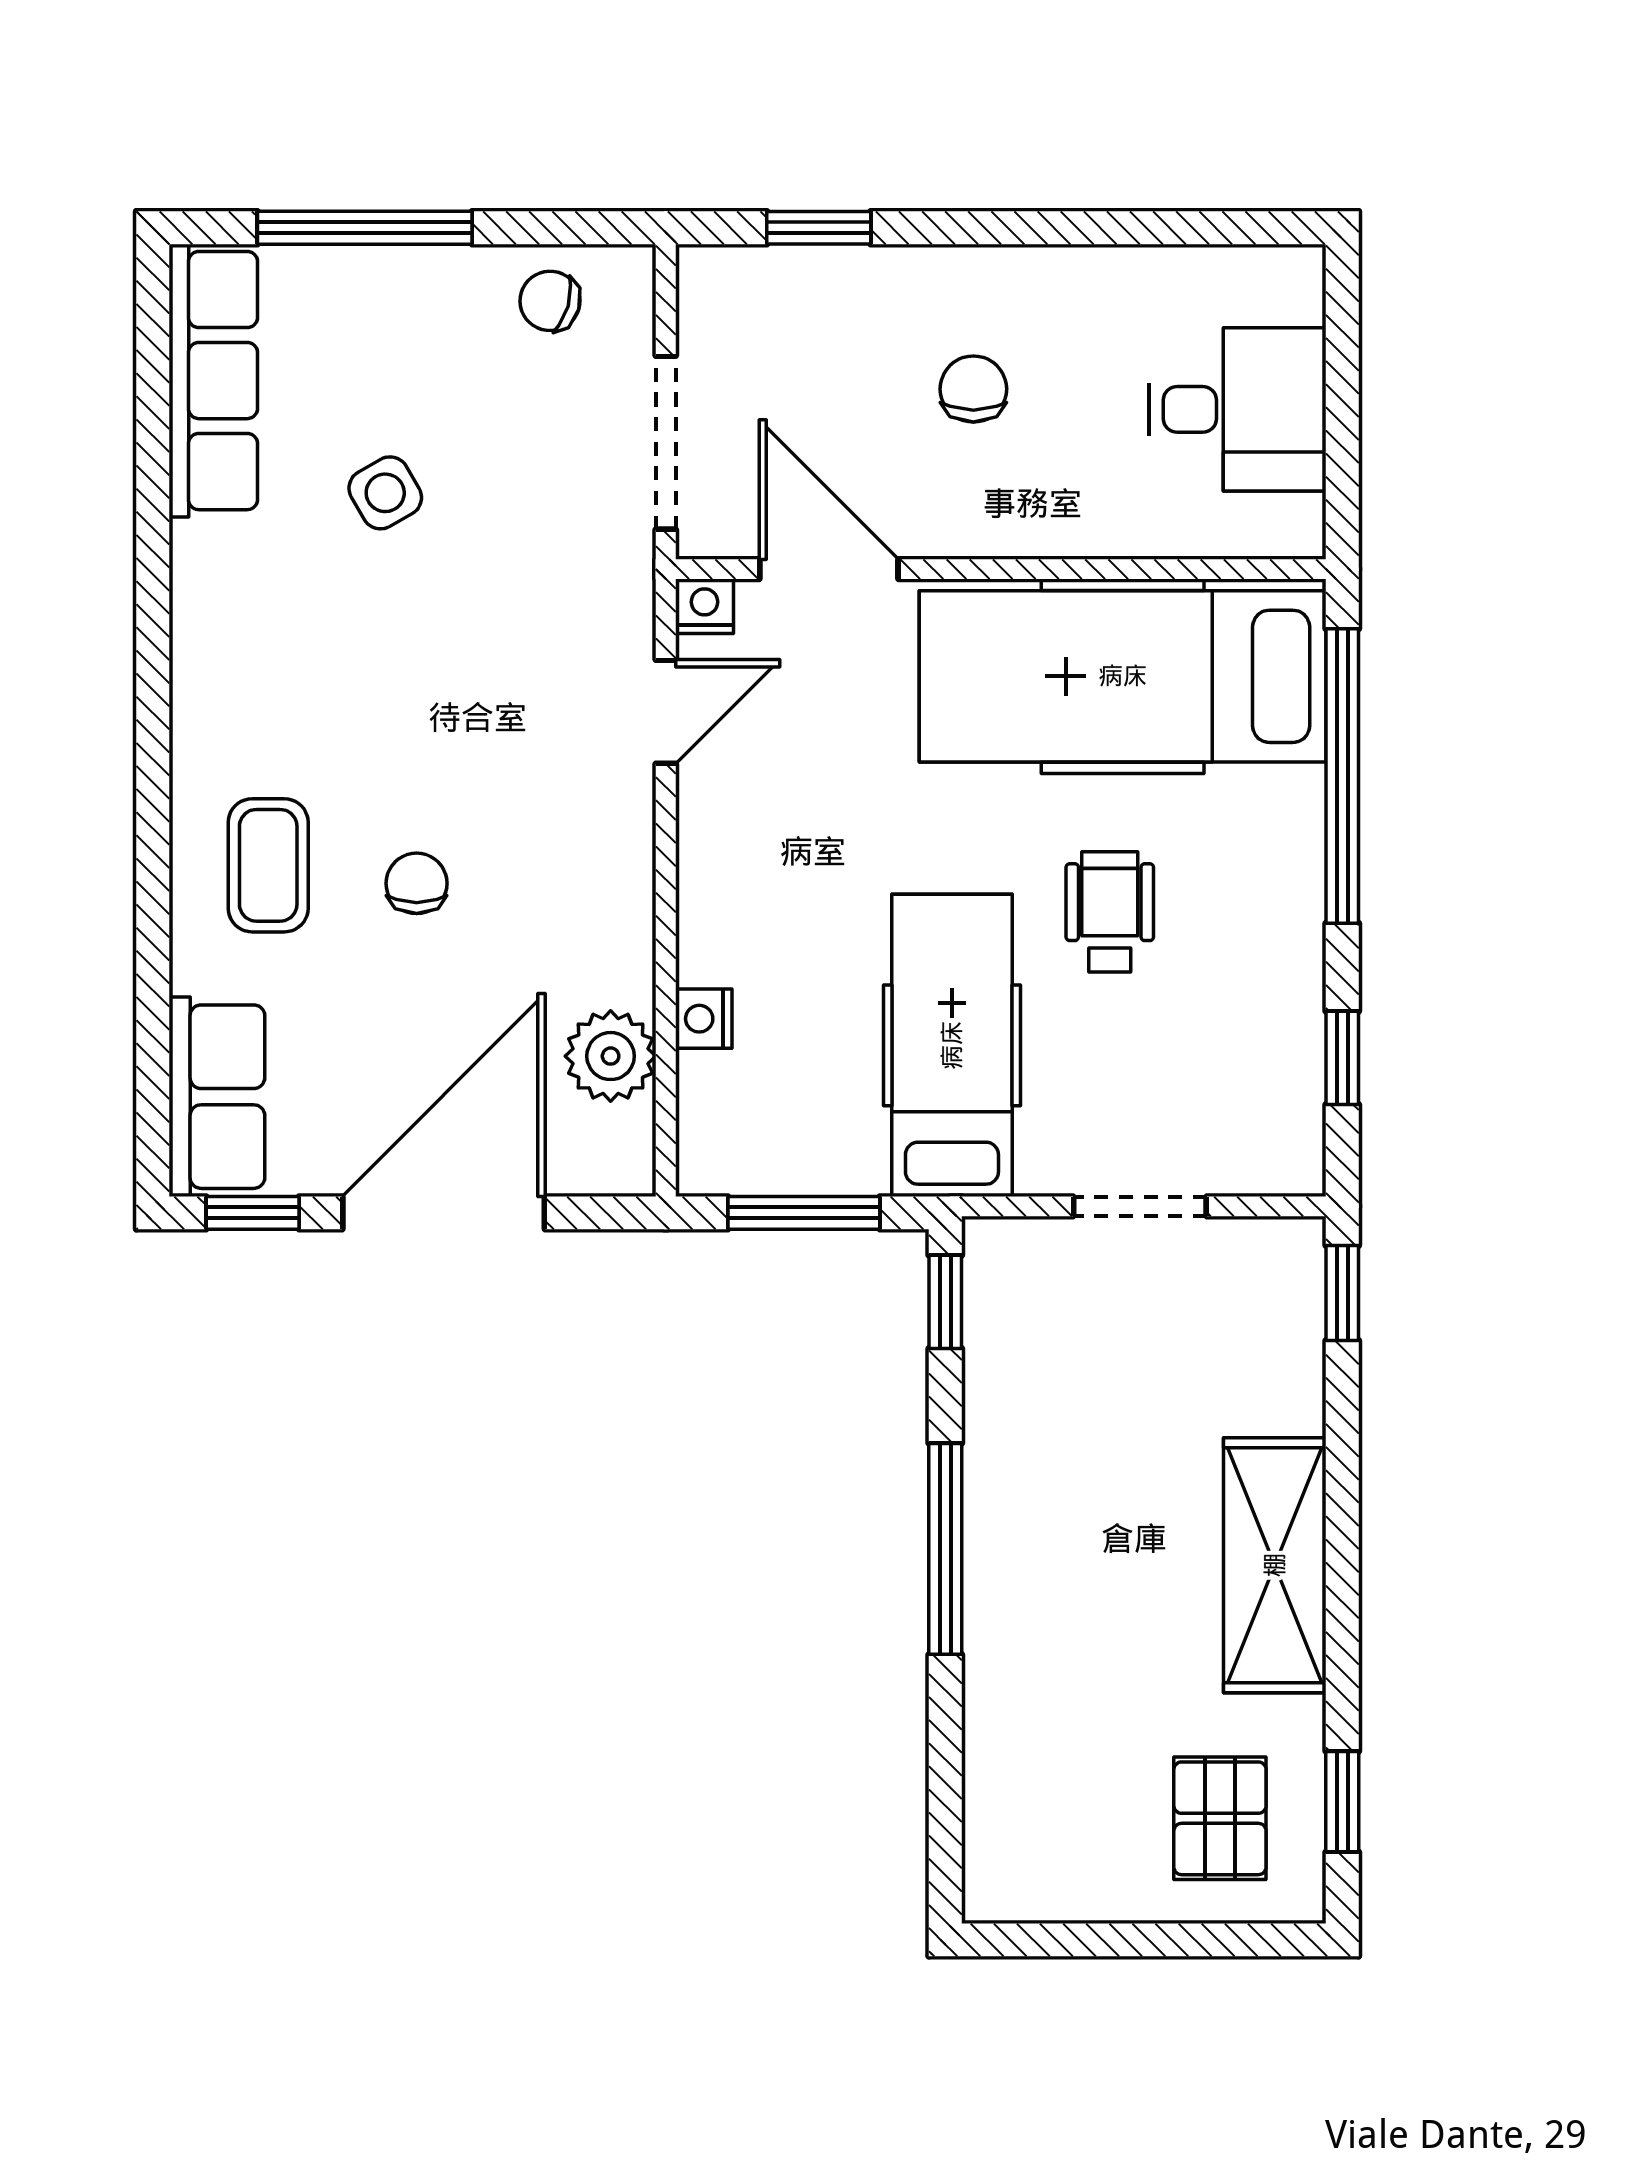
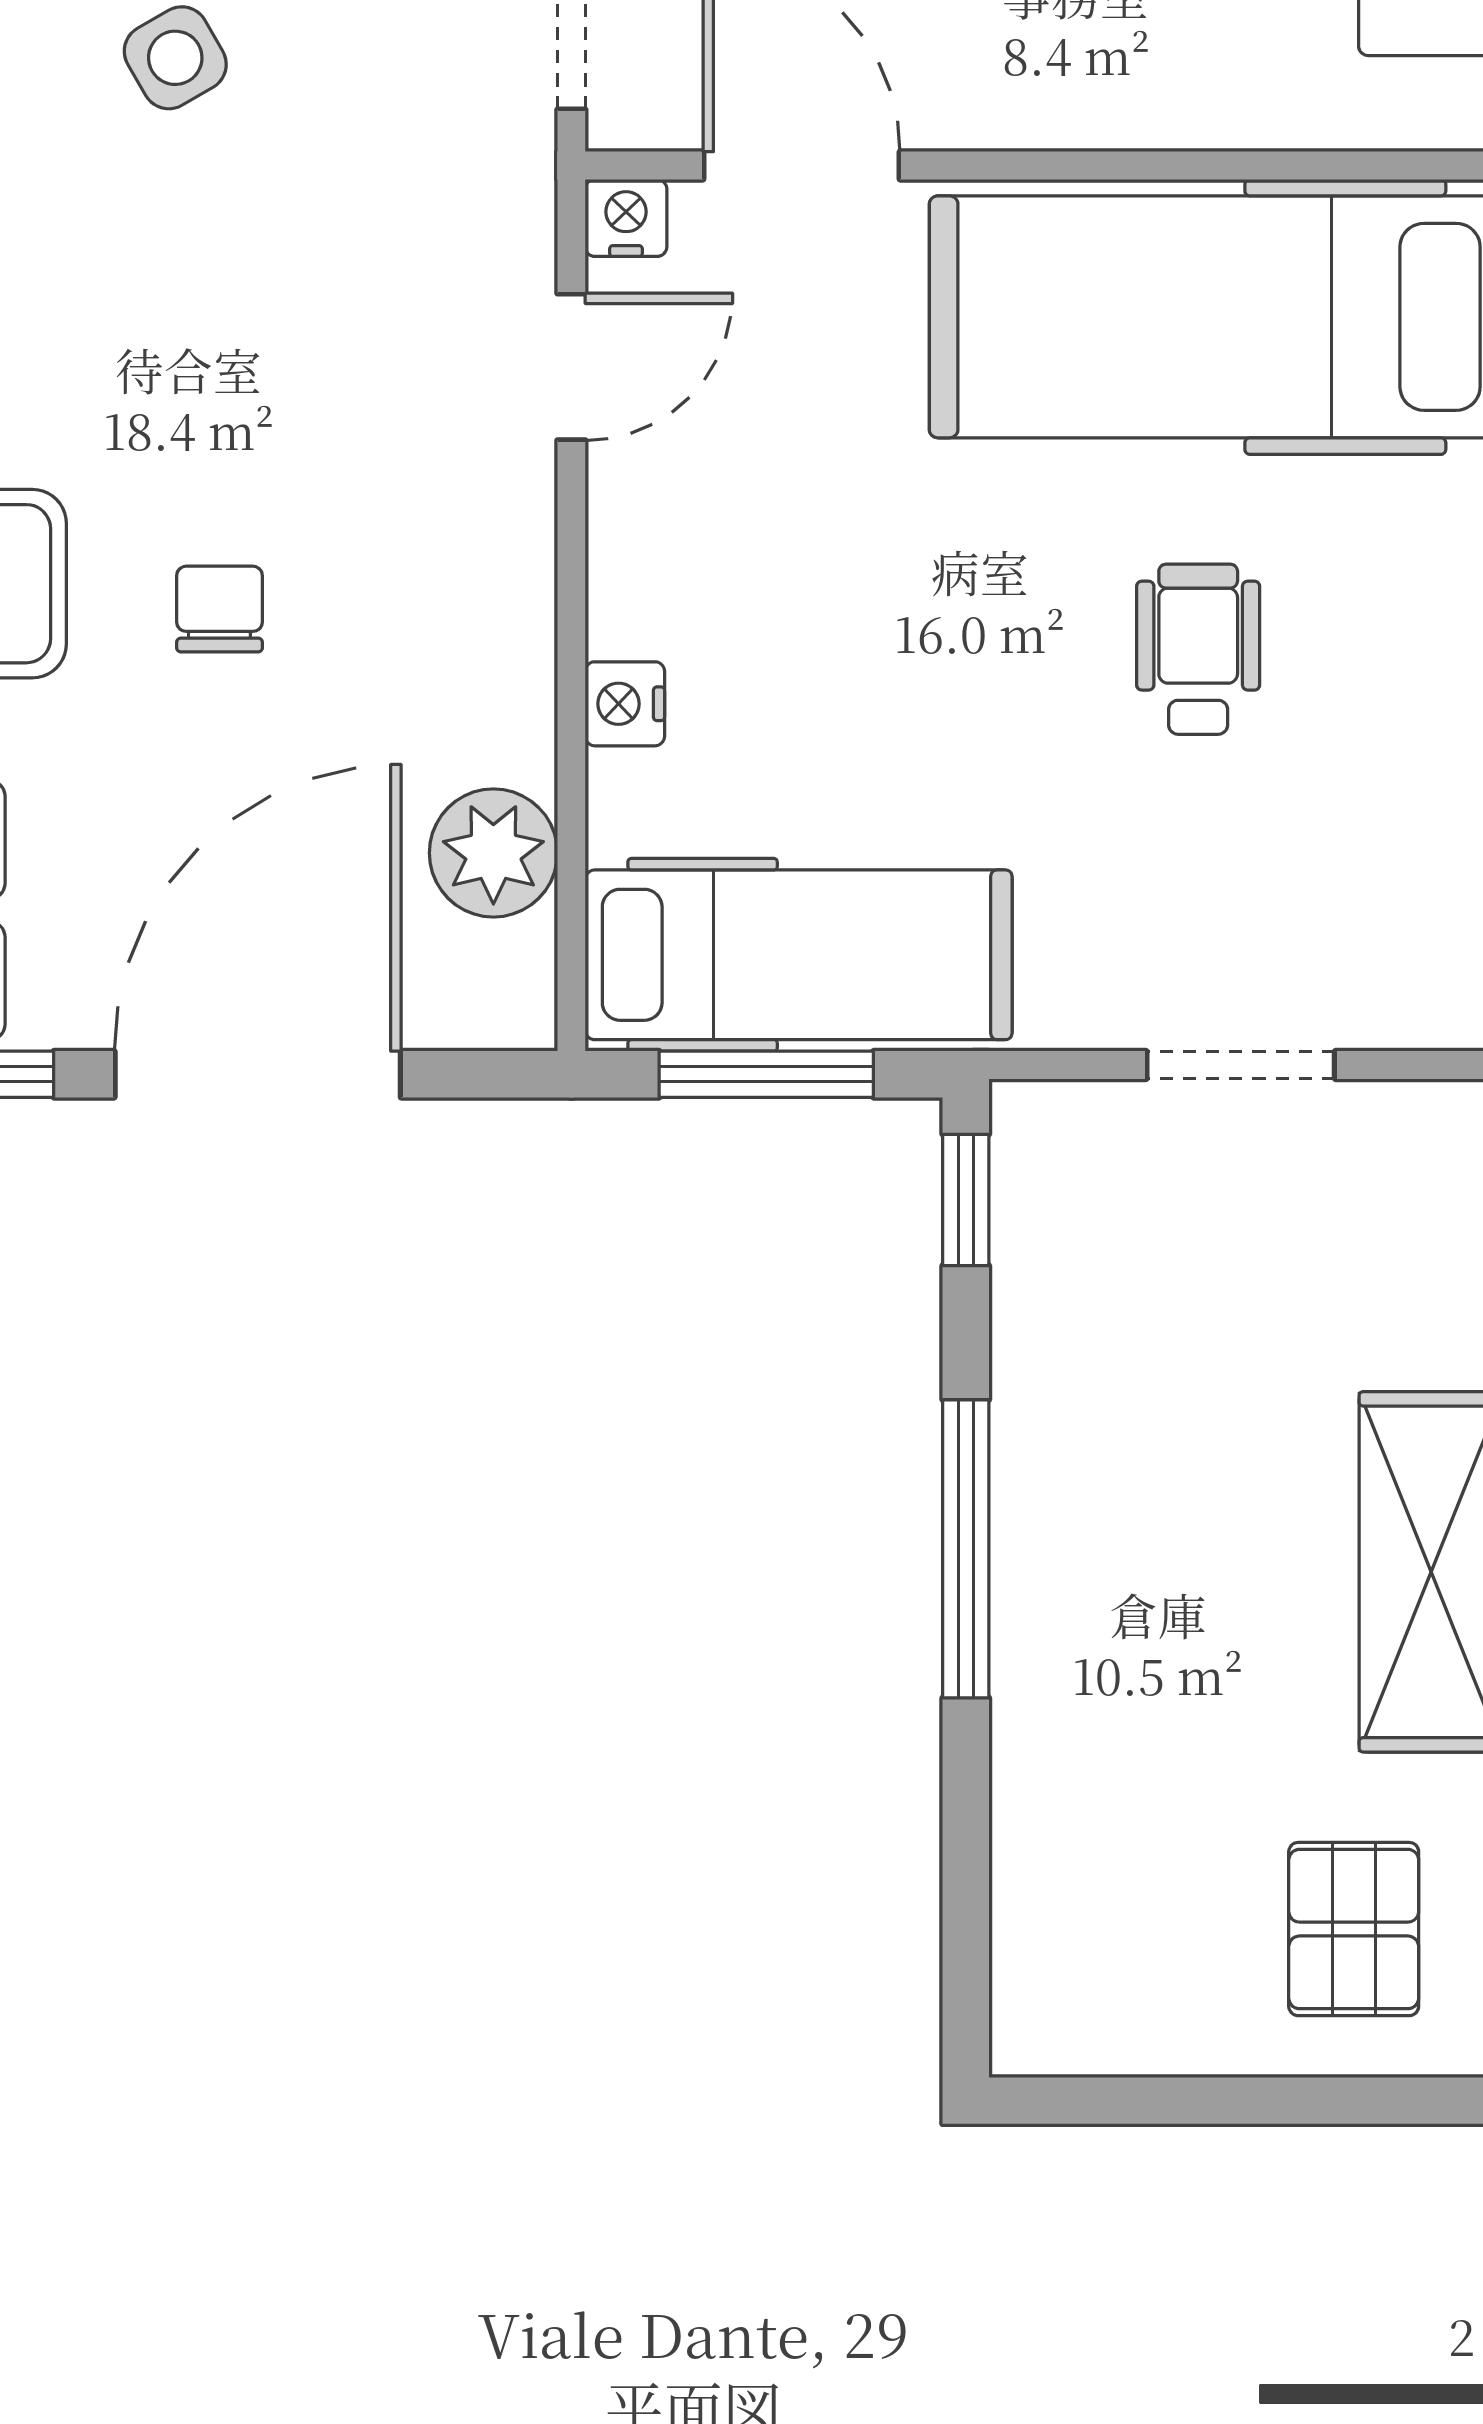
nightstand: (704, 1019) -> (625, 704), moved
hospital bed: (952, 1045) -> (799, 955), moved, turned 90

